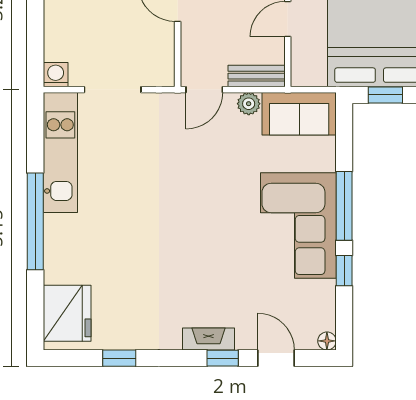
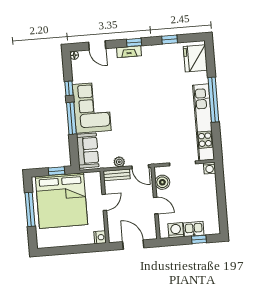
boiler: (159, 52) -> (162, 182), added
door: (204, 90) -> (140, 167), swing flipped
sofa: (299, 114) -> (88, 151), moved, turned 90
kitchen unit: (60, 152) -> (204, 122), width x1.36
window: (223, 358) -> (134, 42), moved

